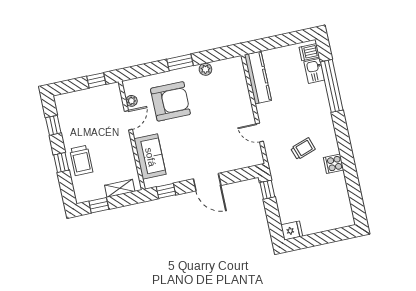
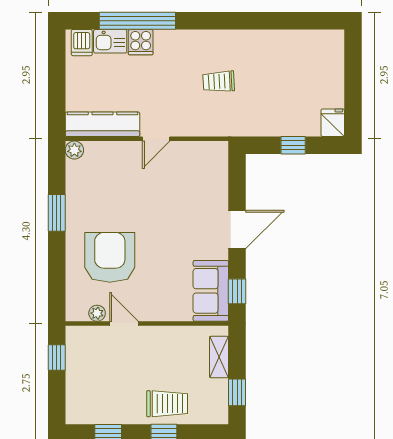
window: (180, 62) -> (57, 213), moved
plant: (205, 69) -> (74, 150), moved
door: (260, 133) -> (156, 139), moved
trolley: (303, 149) -> (219, 81), turned -74
sofa: (150, 157) -> (211, 291), moved, turned -90
cooker: (334, 164) -> (141, 42), moved
window: (267, 190) -> (293, 145), moved

